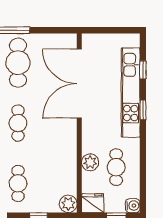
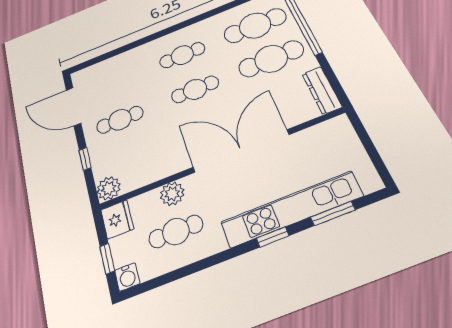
dresser: (59, 41) -> (322, 90), added
window: (143, 70) -> (333, 214), width x1.50
double door: (79, 84) -> (241, 151), moved

